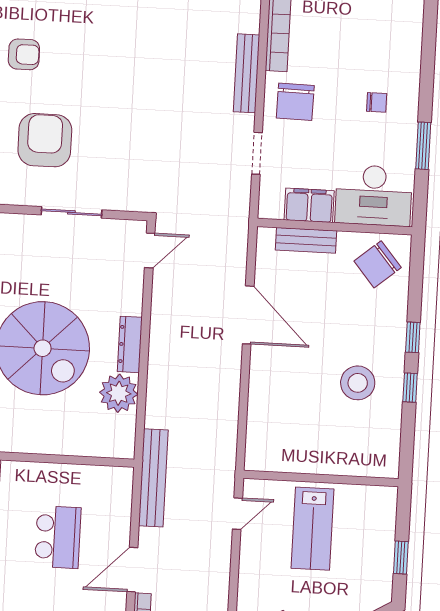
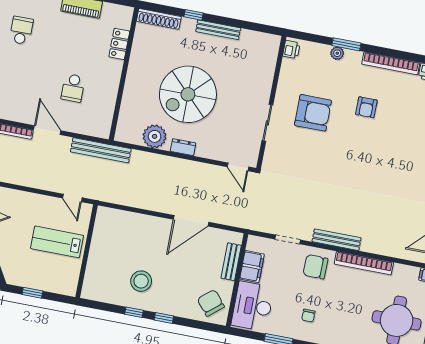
dresser: (130, 344) -> (183, 147), width x0.70
school desk: (58, 537) -> (73, 88), width x0.54

